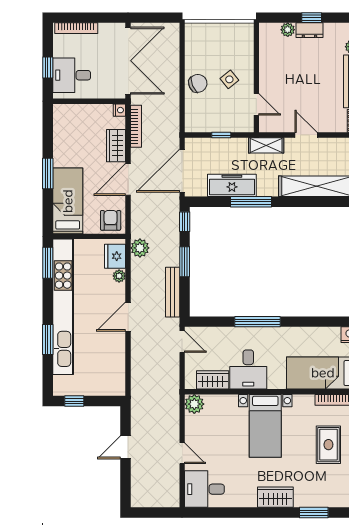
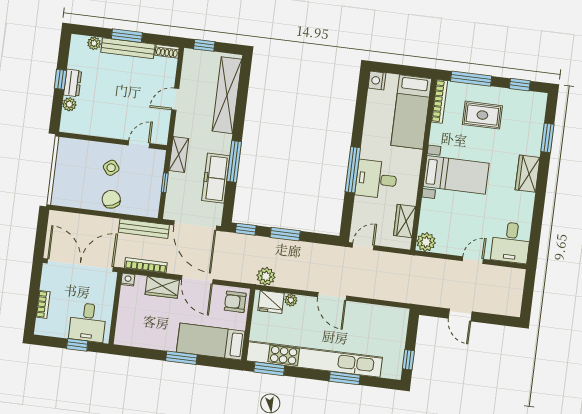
bookcase: (76, 28) -> (43, 304), width x0.64
shelving: (266, 145) -> (179, 154), moved
bench: (173, 292) -> (144, 229), moved
desk: (248, 369) -> (376, 179), moved, turned 180

